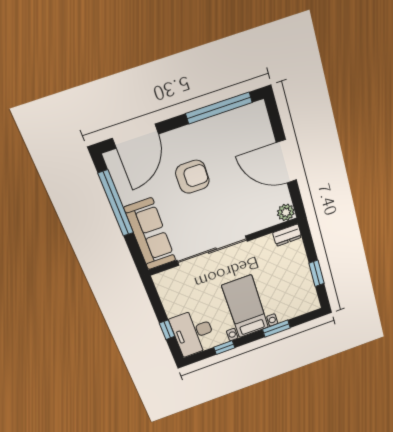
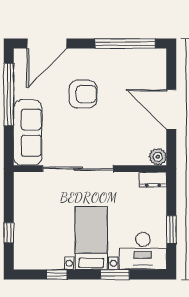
desk: (193, 332) -> (143, 251), moved, turned -90

